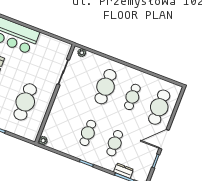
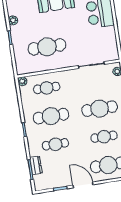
cafe table: (61, 123) -> (47, 88), added
cafe table: (88, 133) -> (51, 116), width x1.37, depth x1.35

